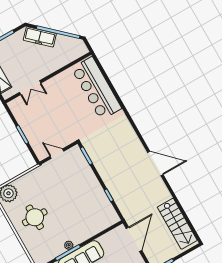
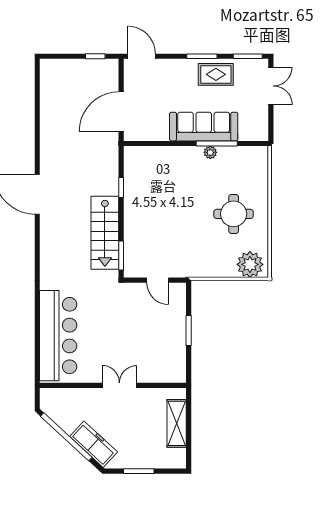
double door: (30, 88) -> (119, 385), moved
stairs: (177, 224) -> (105, 233), moved, turned 180

